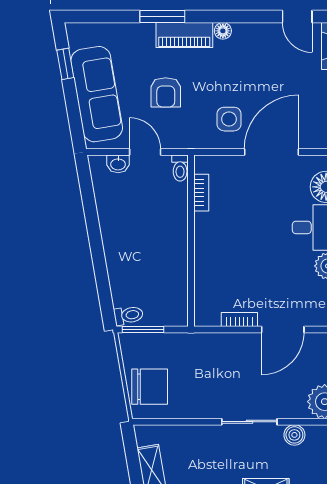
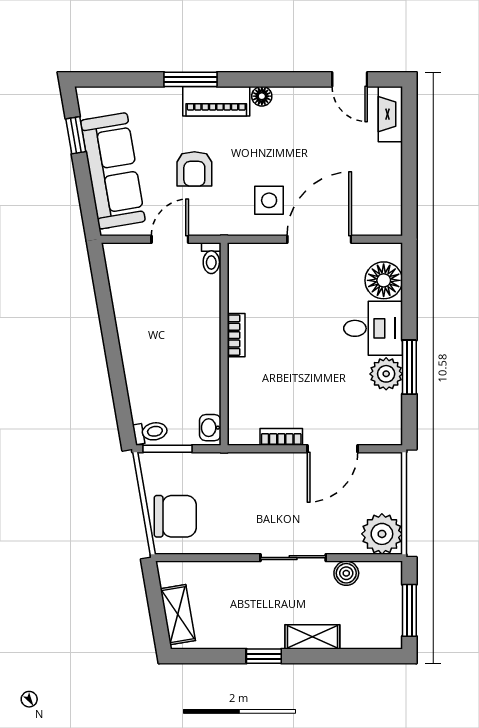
door: (145, 152) -> (170, 239), hinge flipped
washbasin: (118, 164) -> (210, 428), moved, turned 90
bookcase: (201, 193) -> (236, 335), moved

